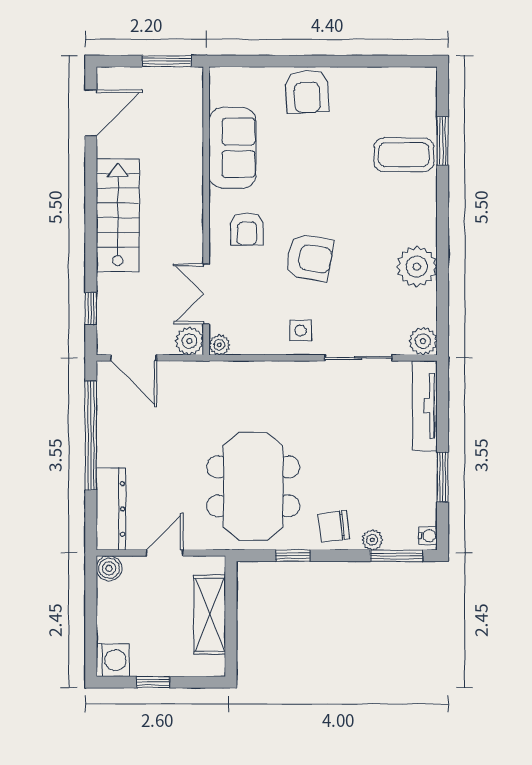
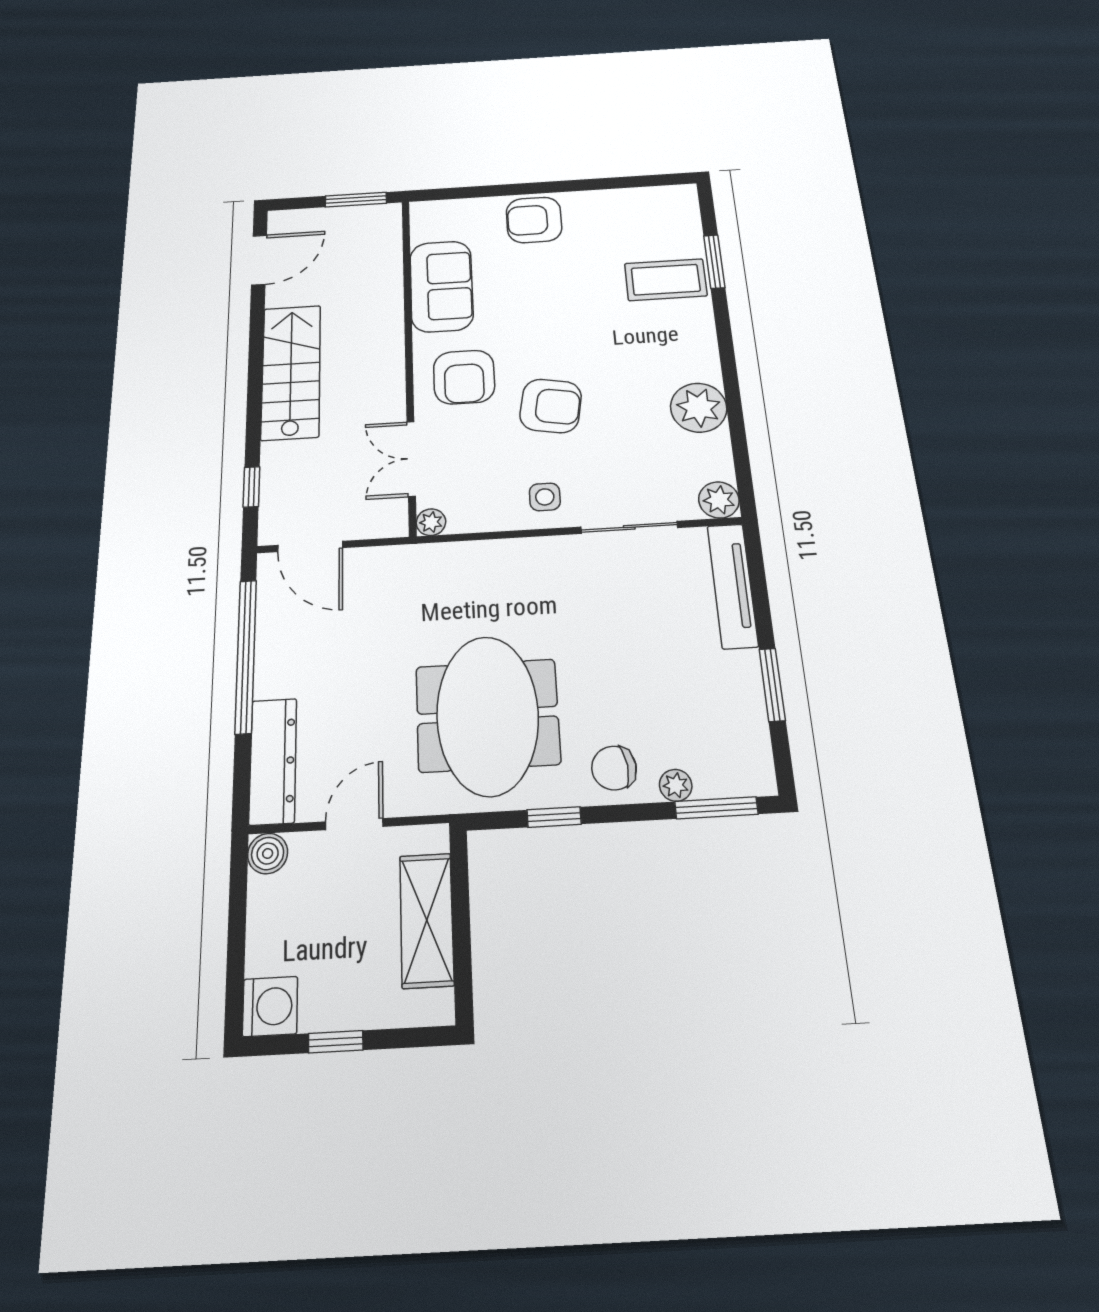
armchair: (307, 92) -> (534, 220), turned 93
armchair: (247, 229) -> (464, 377), width x1.38, depth x1.38
plant: (189, 341) -> (389, 520), removed
water cooler: (428, 536) -> (761, 774), removed

